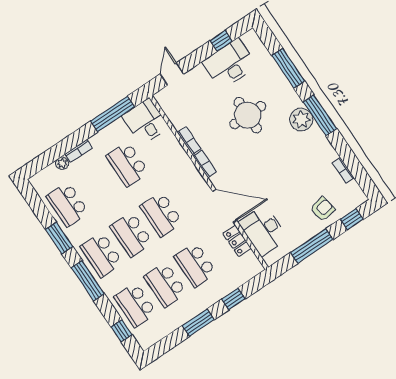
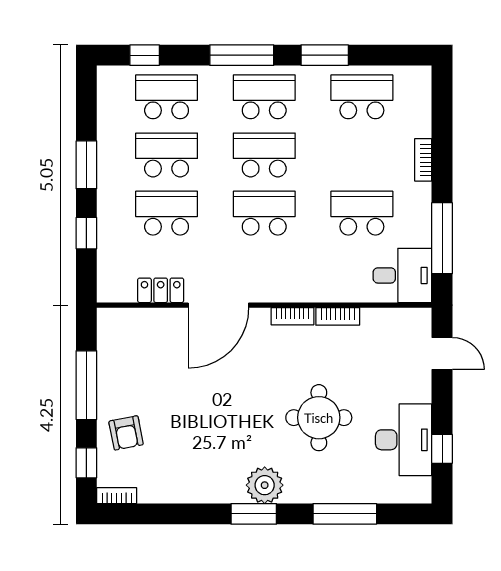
window: (320, 115) -> (254, 514), width x0.69
plant: (62, 163) -> (422, 126), removed
bookcase: (343, 170) -> (117, 496), moved
desk: (263, 230) -> (151, 335), removed

